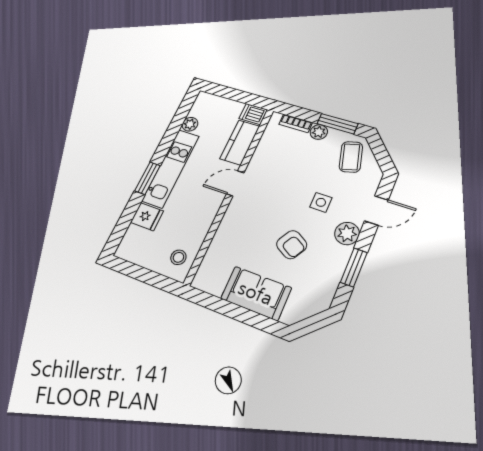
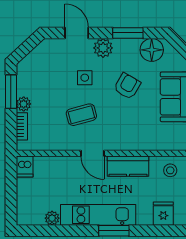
kitchen counter: (240, 142) -> (128, 166), moved
coffee table: (351, 157) -> (81, 115), moved
fridge: (147, 217) -> (163, 214), moved
floor lamp: (322, 288) -> (152, 50), added

